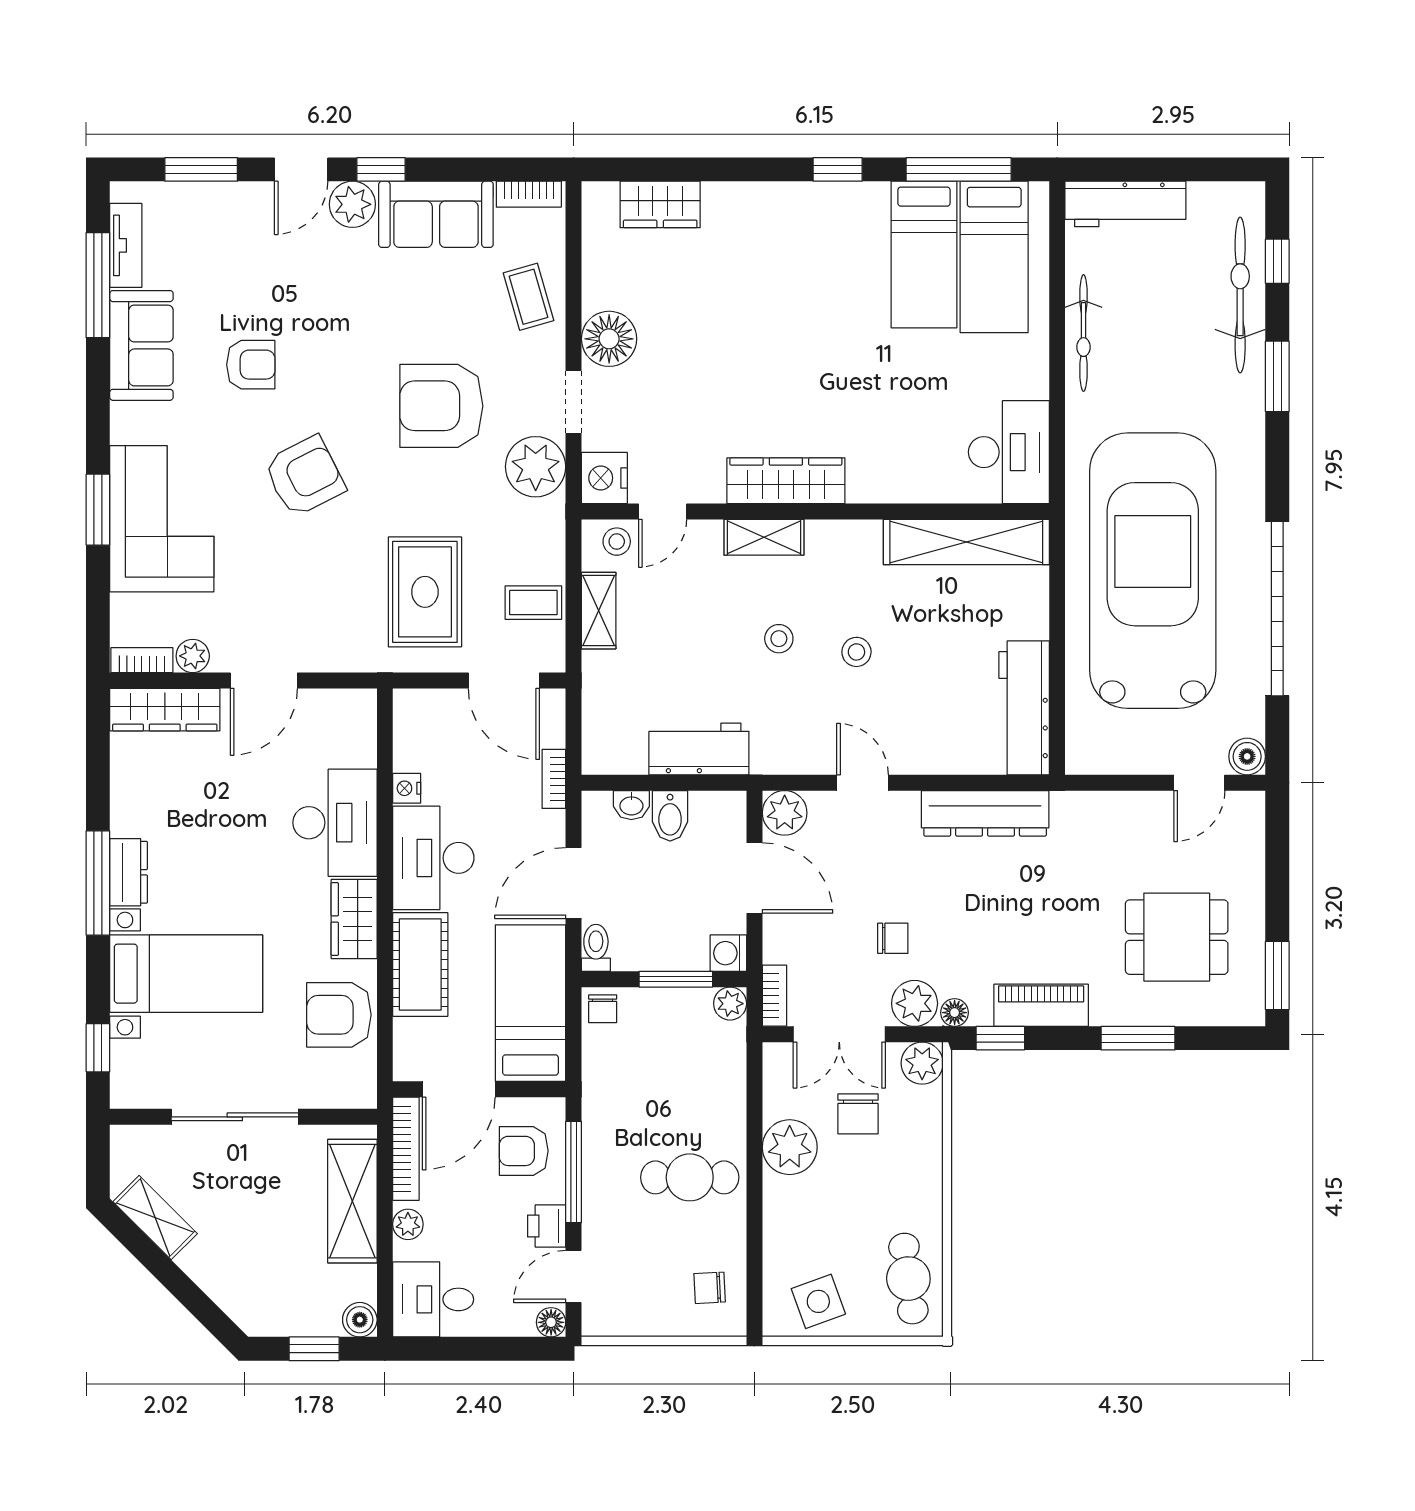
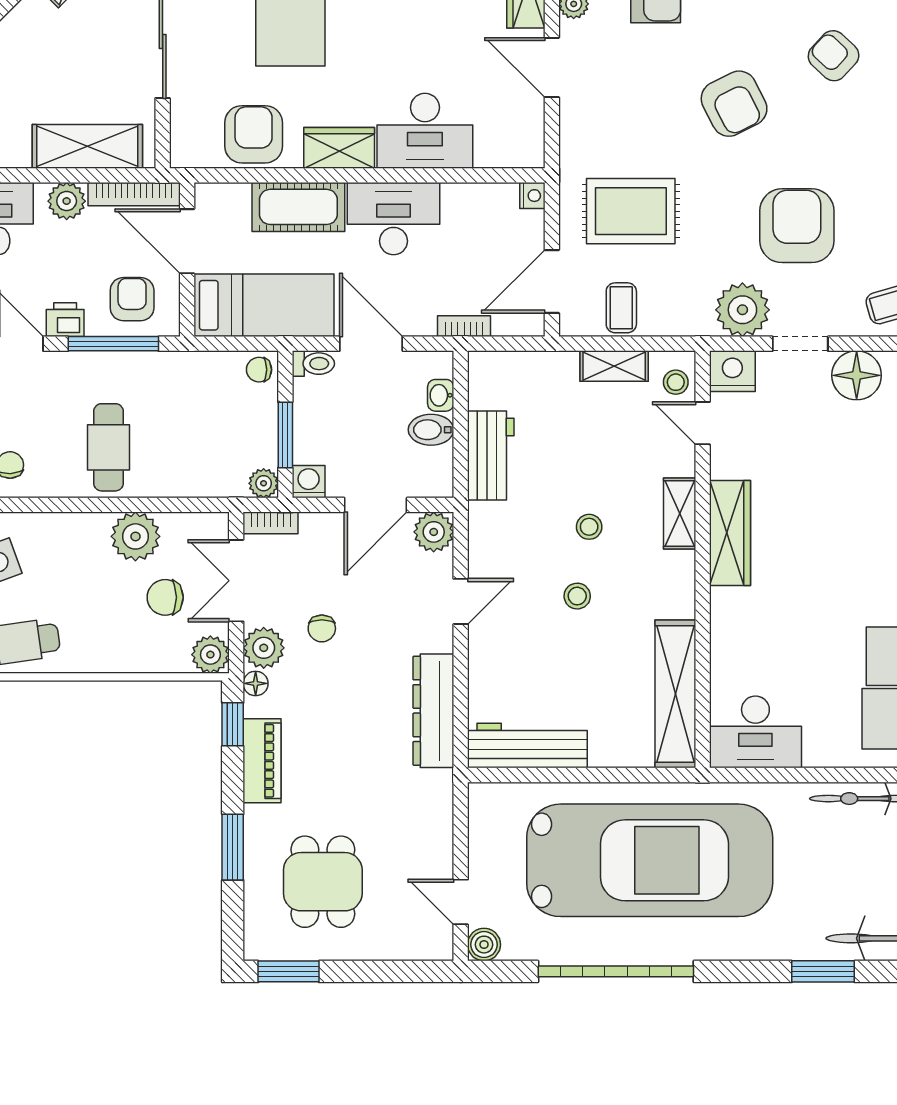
armchair: (251, 365) -> (834, 56), turned 133
nightstand: (407, 788) -> (532, 196), moved, turned 90
plant: (408, 1224) -> (67, 201), width x1.38, depth x1.38

